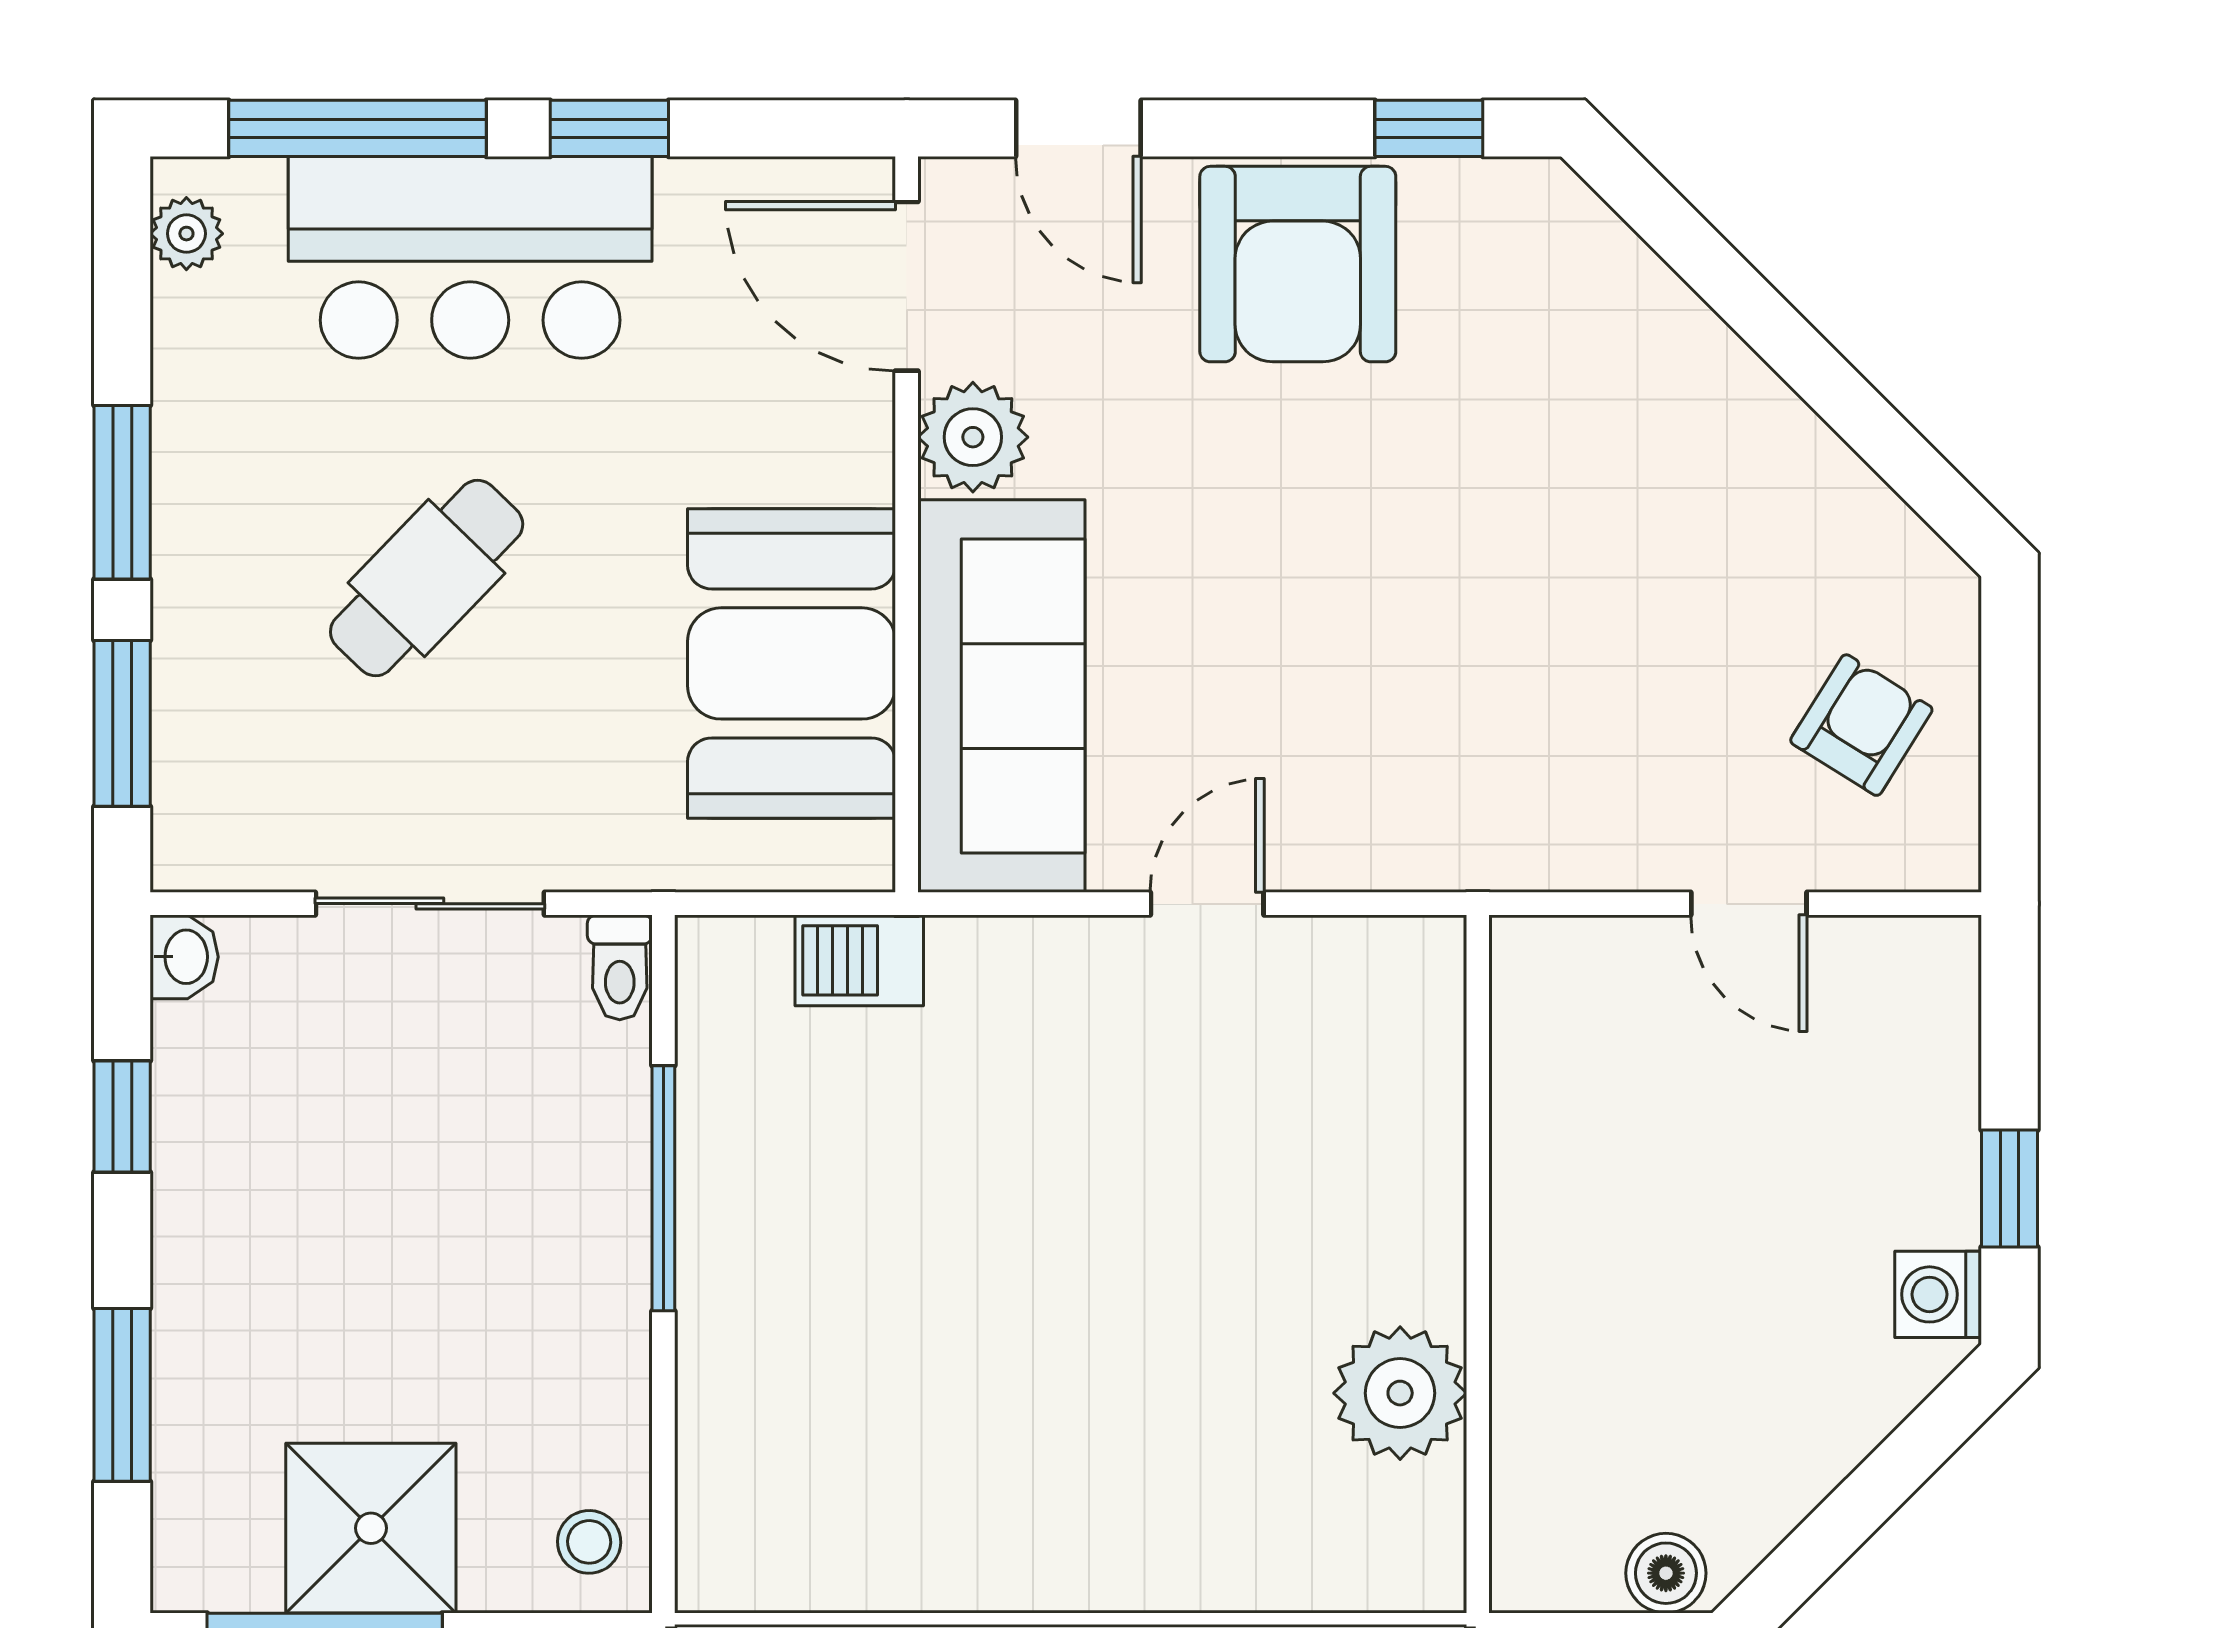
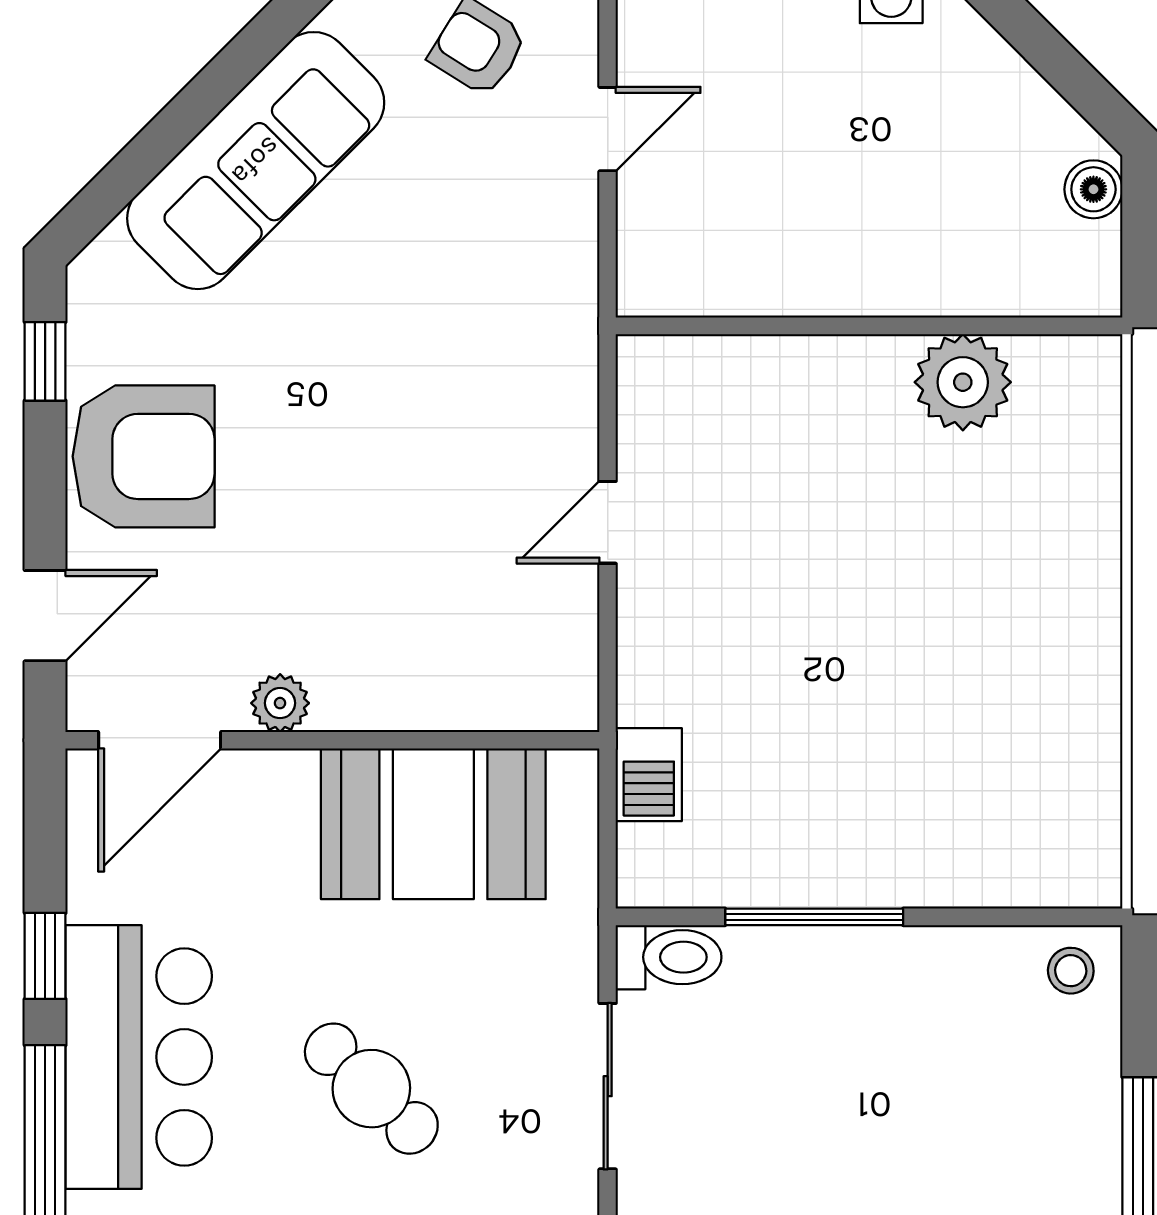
plant: (973, 437) -> (280, 703), width x0.73, depth x0.73
sofa: (1001, 696) -> (256, 161), moved, turned 135
door: (1207, 904) -> (608, 522), hinge flipped
toilet: (620, 967) -> (669, 957), width x1.37, depth x1.39
shower: (371, 1528) -> (1061, 1129), removed

